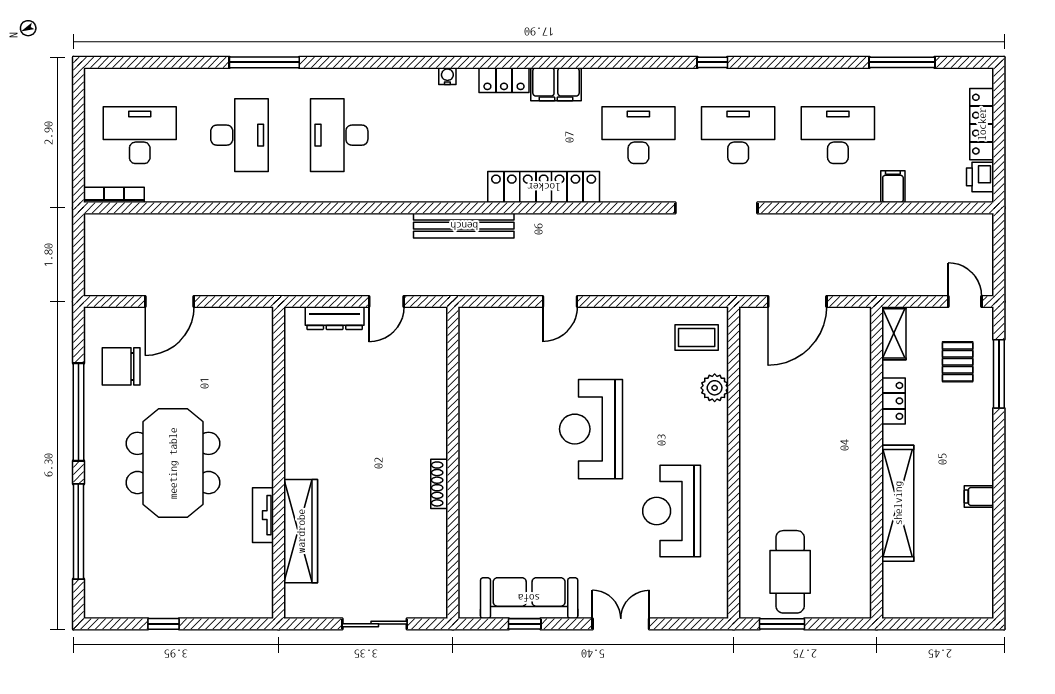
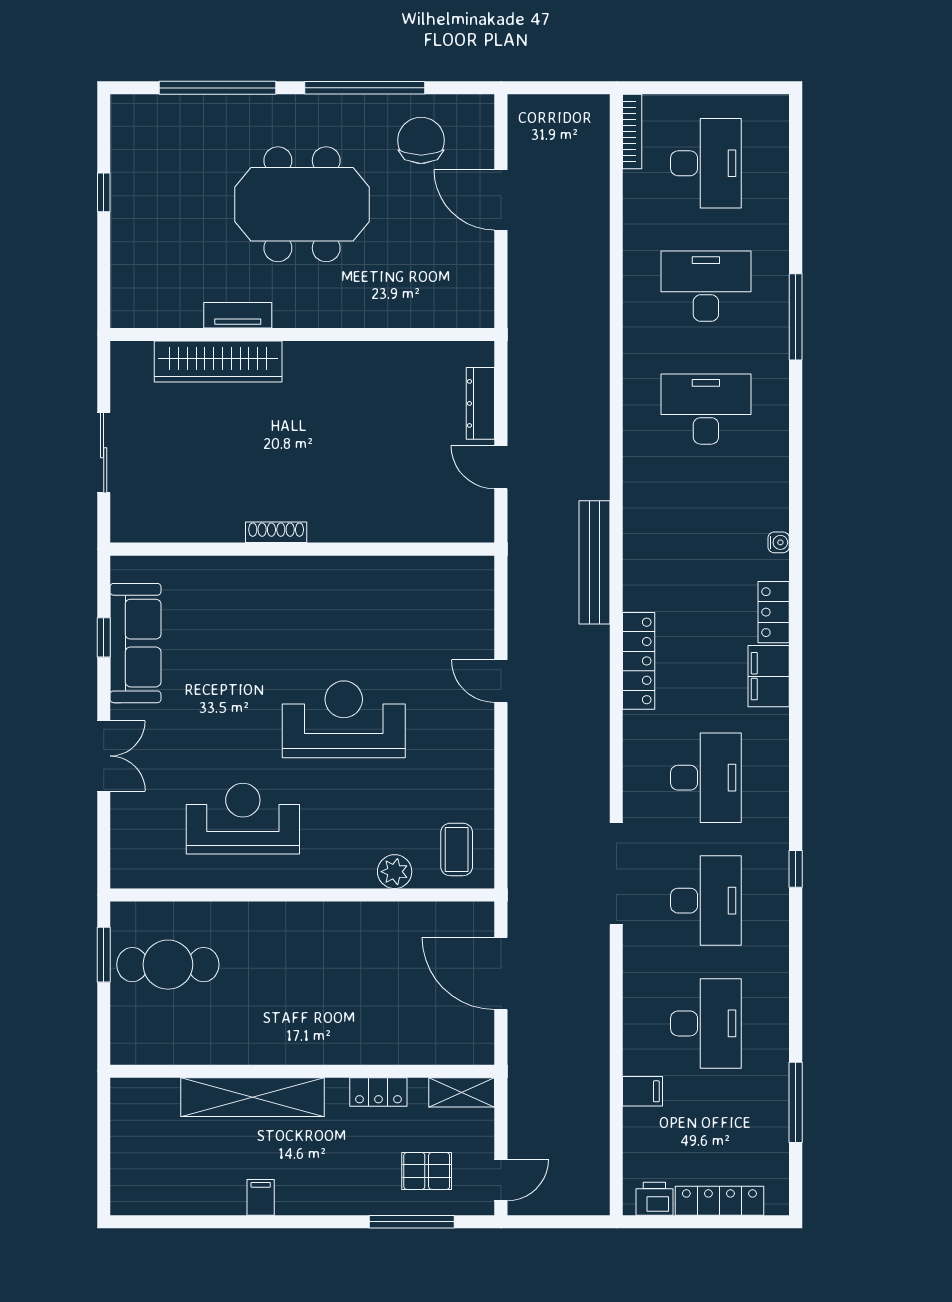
desk: (239, 135) -> (706, 286), turned 180
locker: (544, 187) -> (639, 661), width x0.71, depth x0.83

